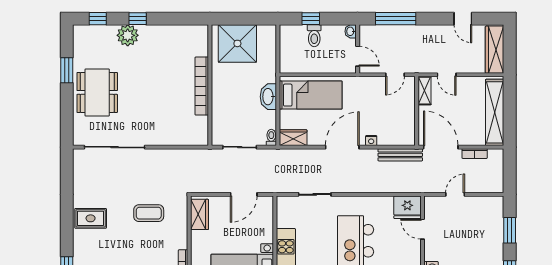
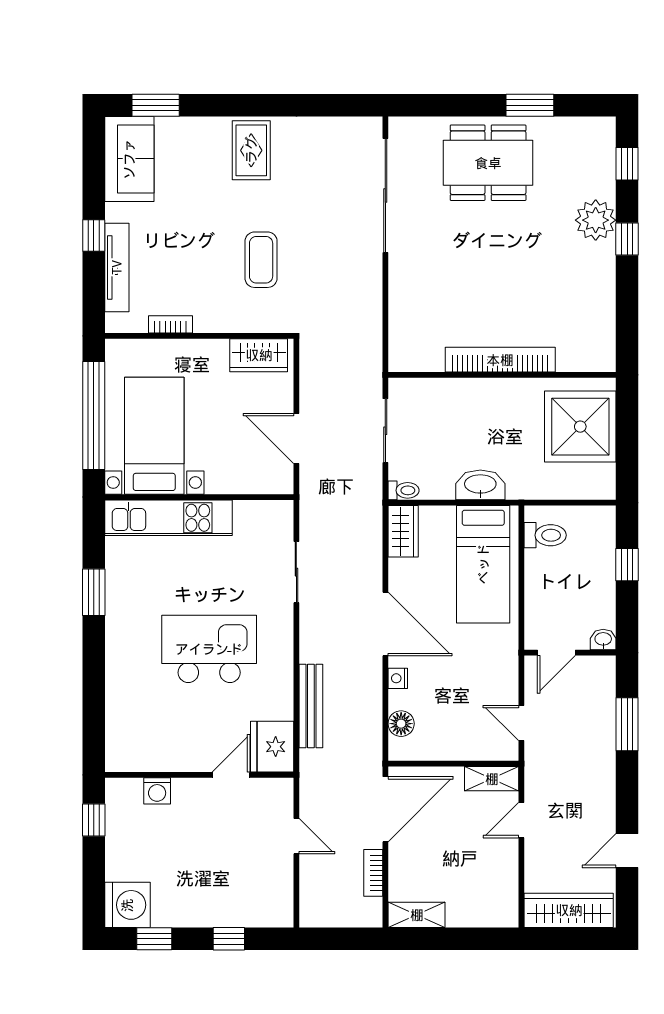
window: (396, 19) -> (627, 724), width x0.69
toilet: (314, 36) -> (545, 535), moved, turned 180
shelving: (495, 112) -> (417, 915), width x0.45, depth x0.75
floor lamp: (395, 139) -> (401, 724), added
bench: (400, 155) -> (311, 706), moved
window: (510, 230) -> (229, 939), width x0.67

